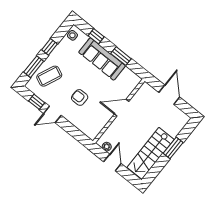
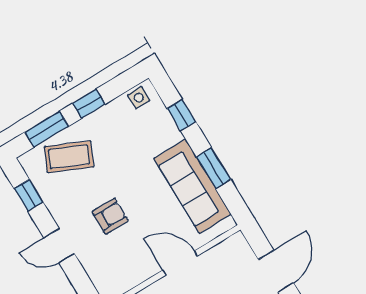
sofa: (102, 59) -> (193, 186), moved
armchair: (80, 97) -> (110, 216), turned 90
door: (52, 114) -> (59, 246), moved

